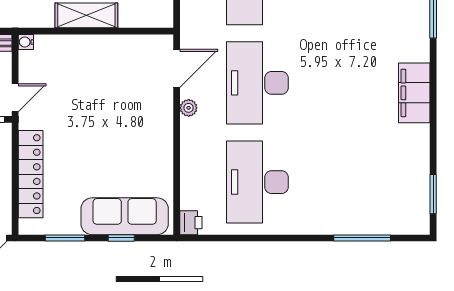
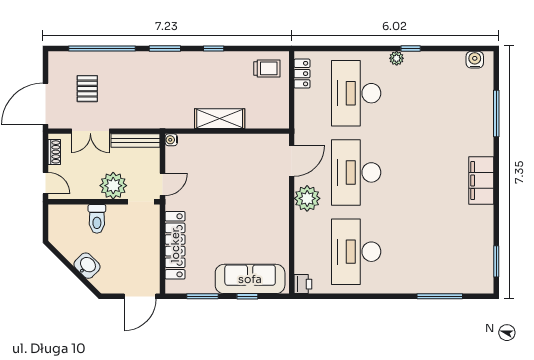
plant: (189, 108) -> (307, 198), width x1.87, depth x1.87

